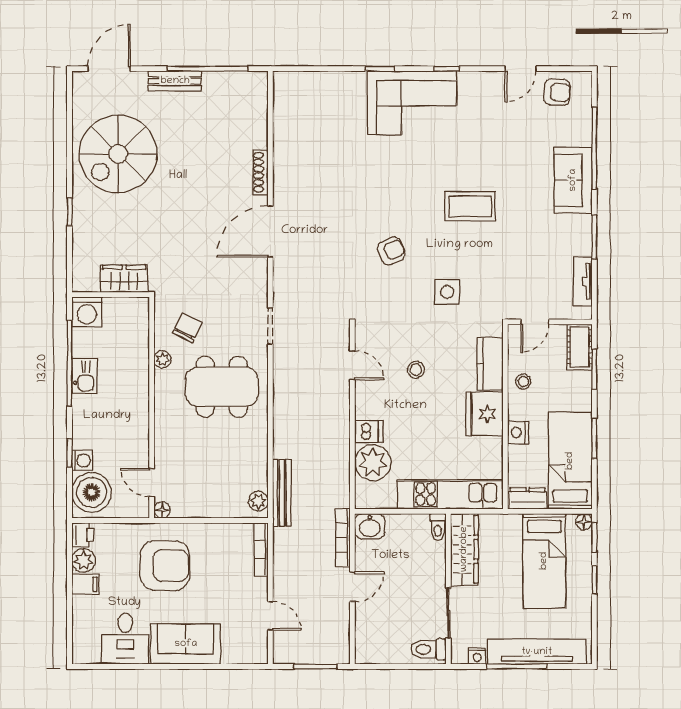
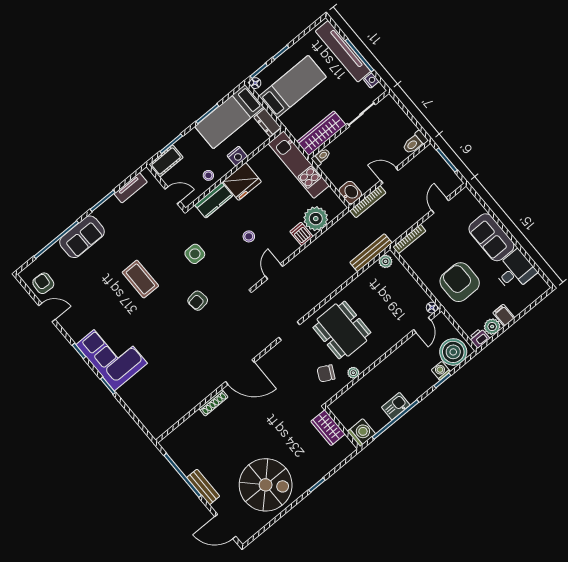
armchair: (391, 251) -> (198, 301), turned -71
toilet: (428, 649) -> (415, 143), moved, turned 90

